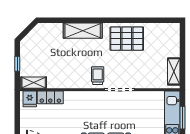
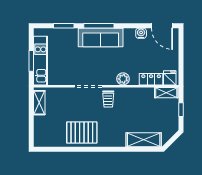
shelving: (83, 31) -> (144, 140), moved
plant: (81, 98) -> (123, 79), added

